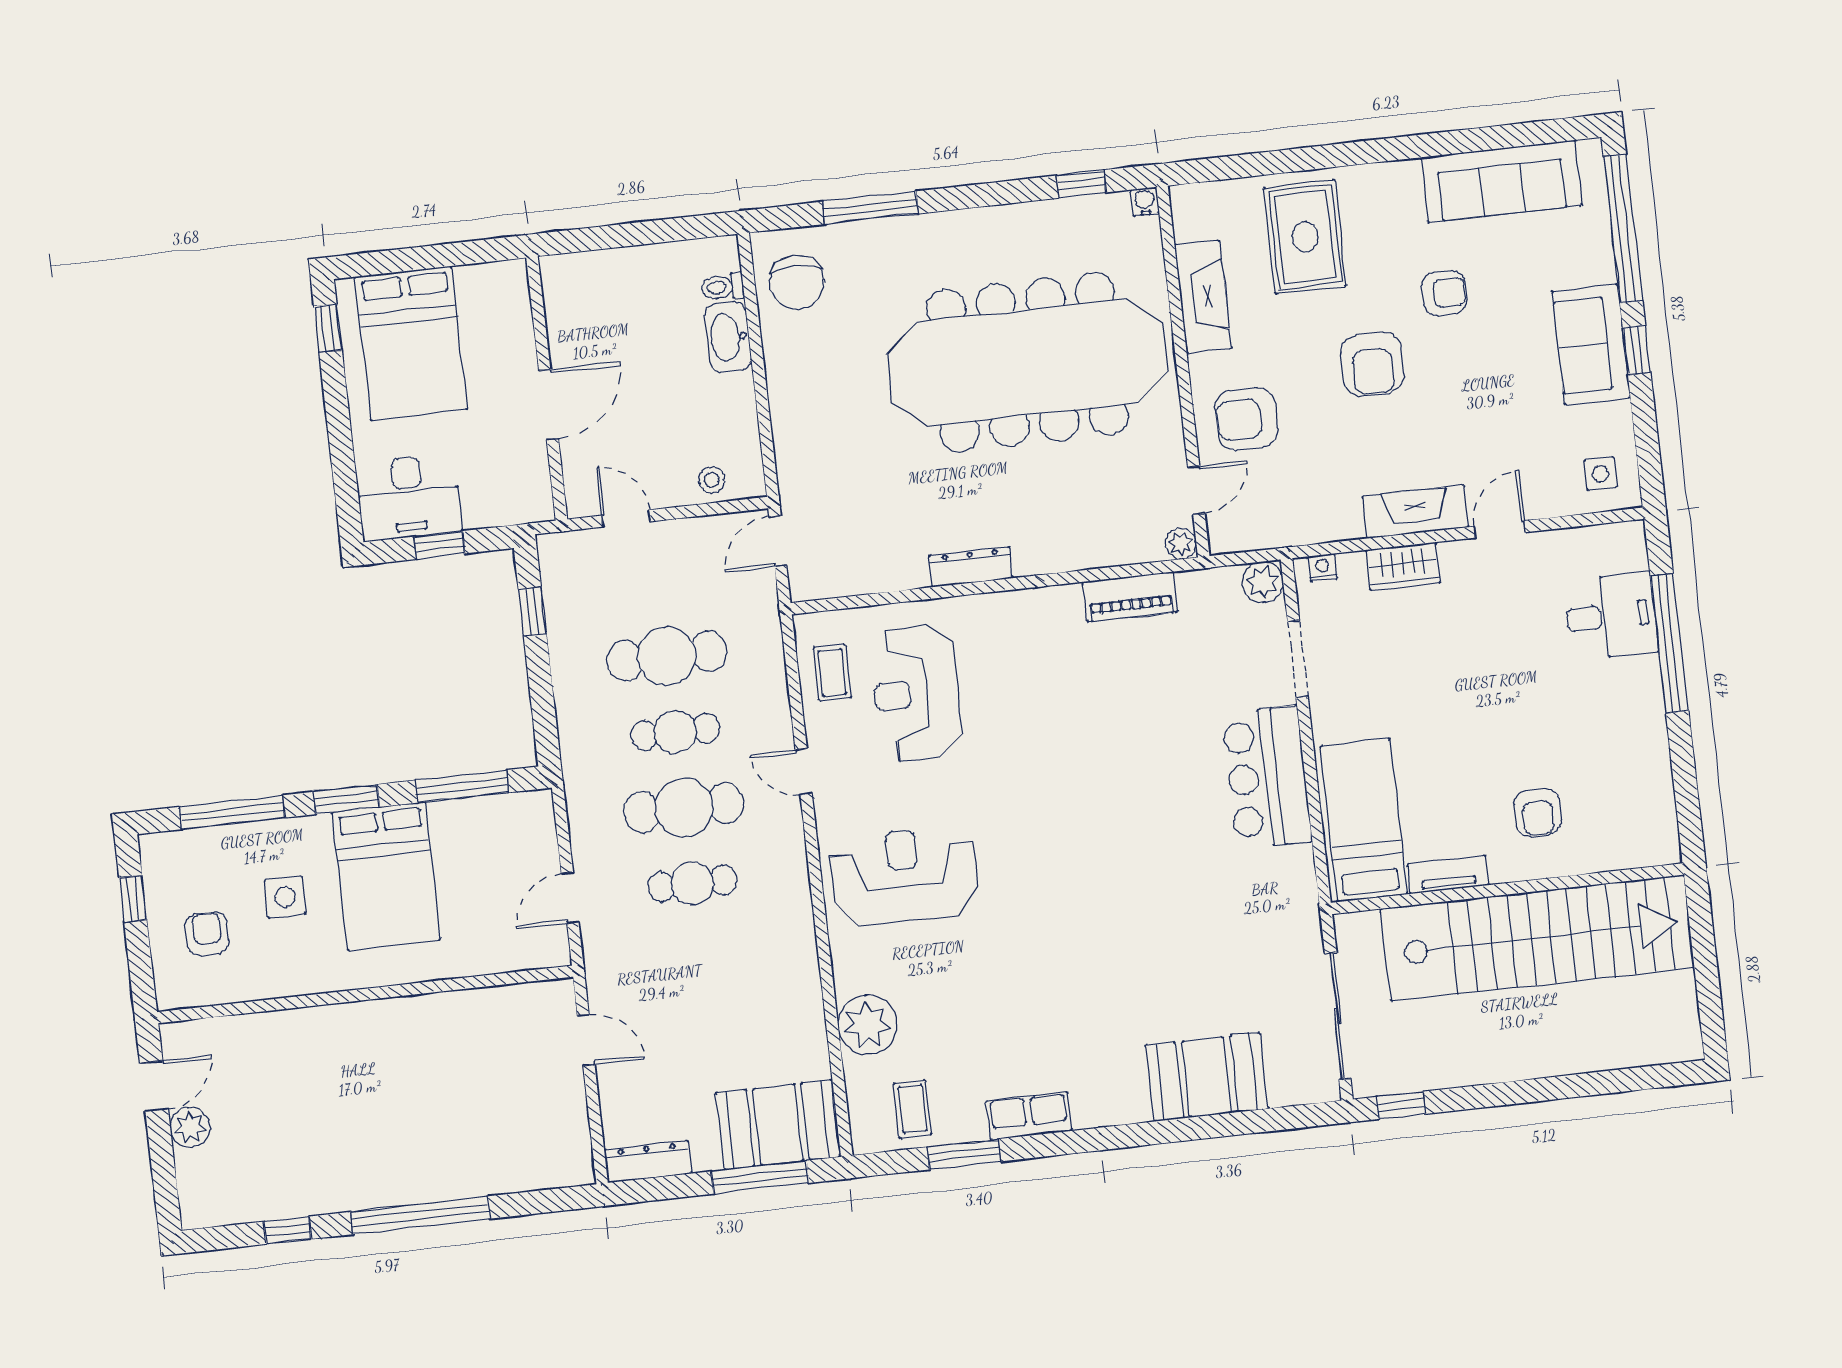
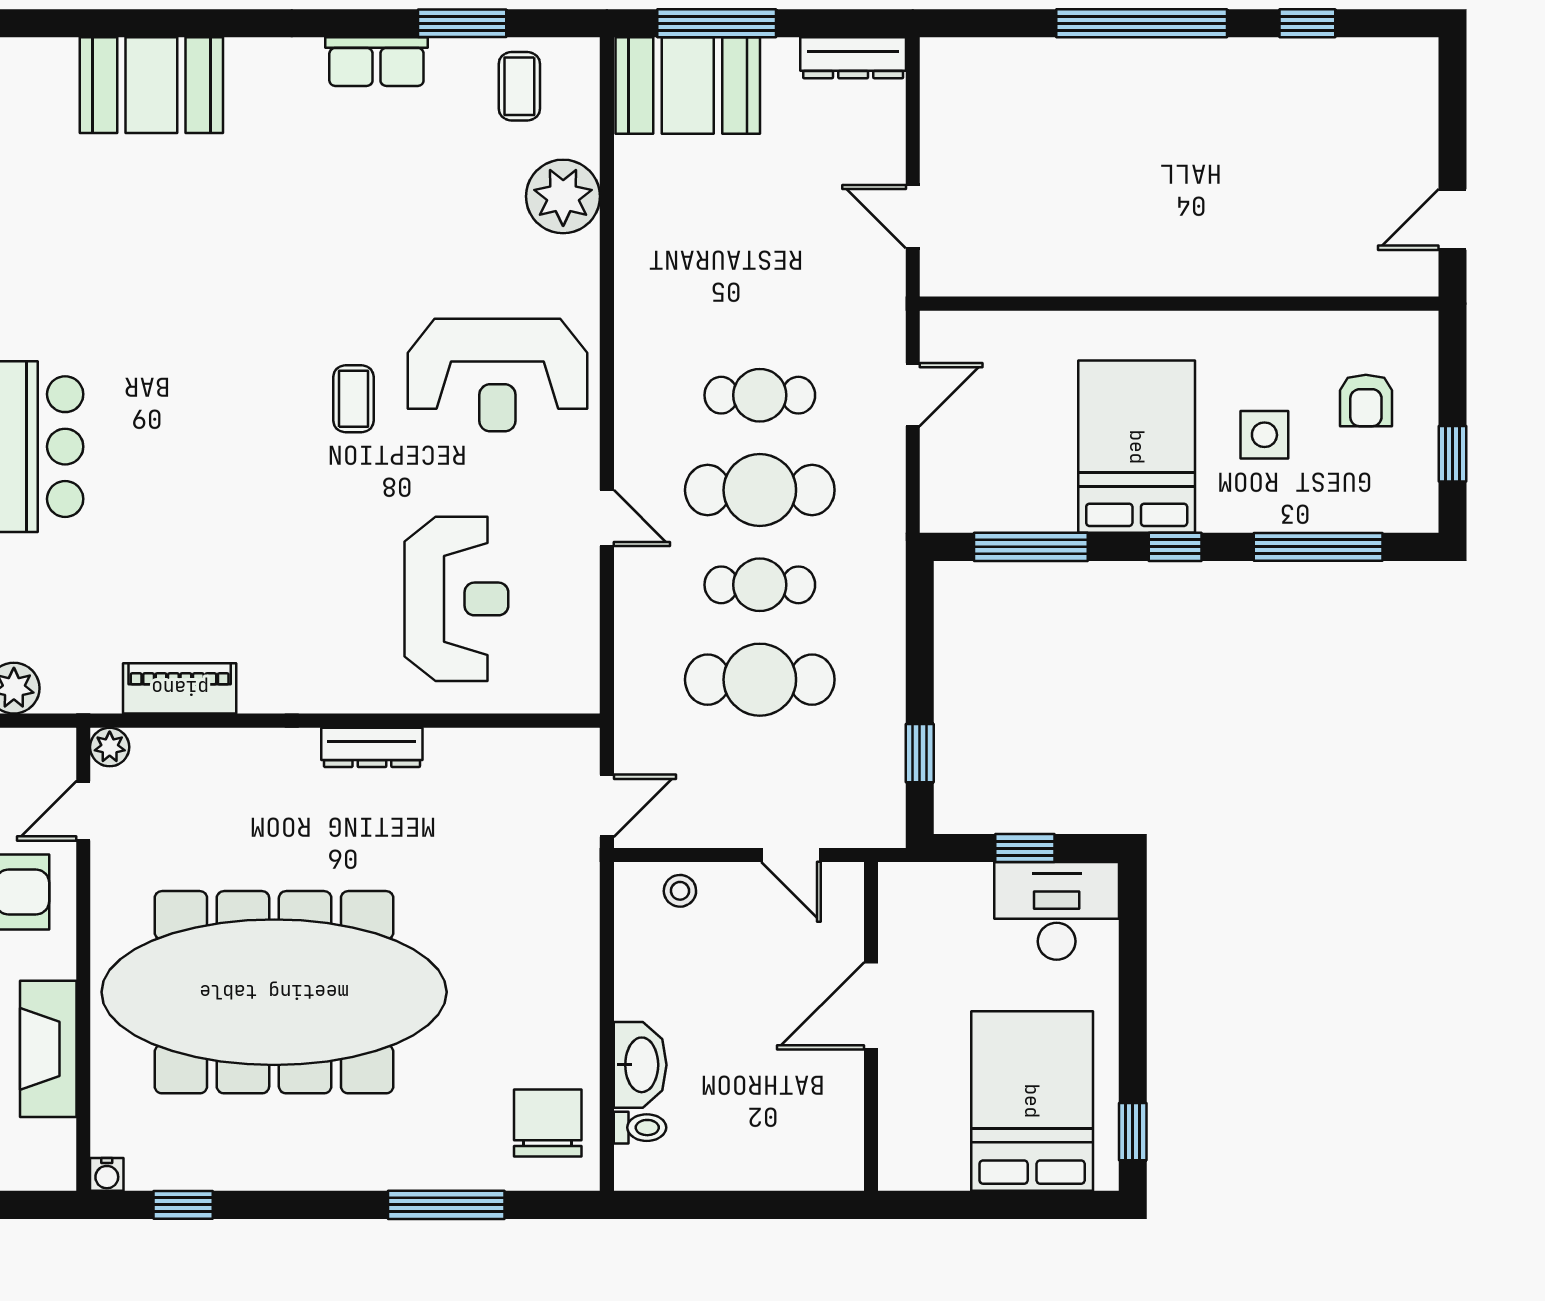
coffee table: (832, 673) -> (353, 399), moved
window: (346, 799) -> (1175, 547), width x0.67
plant: (190, 1127) -> (1414, 164), removed

